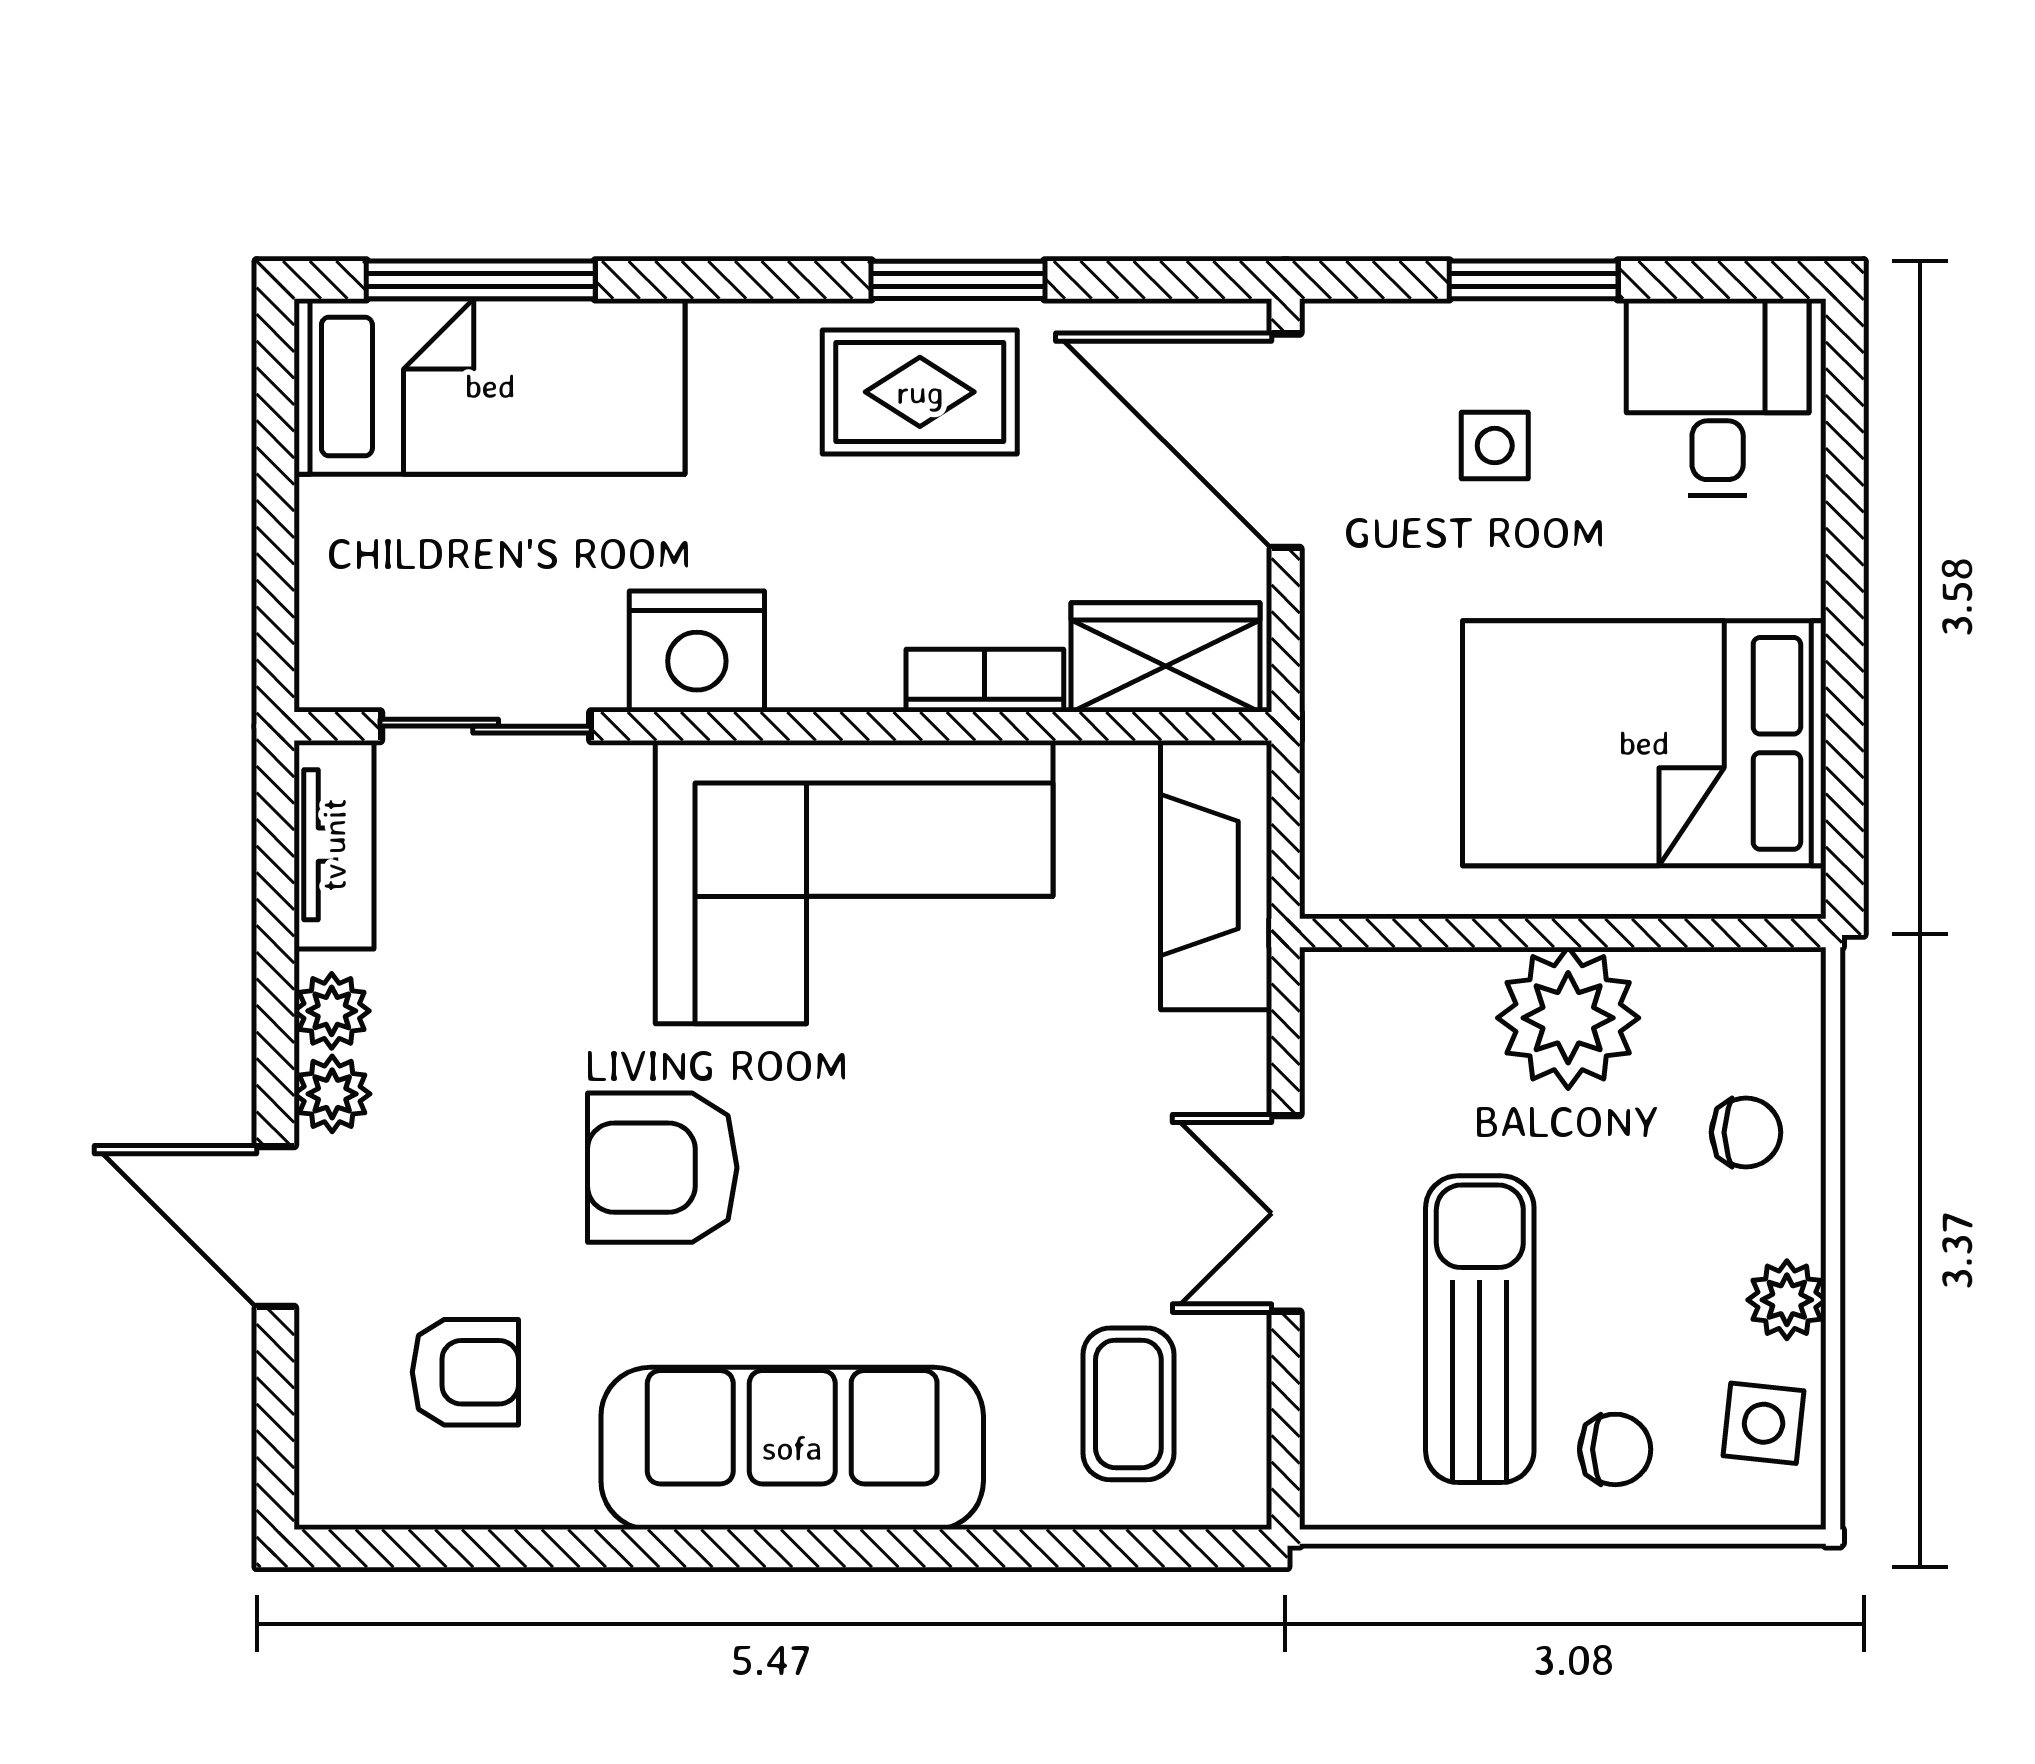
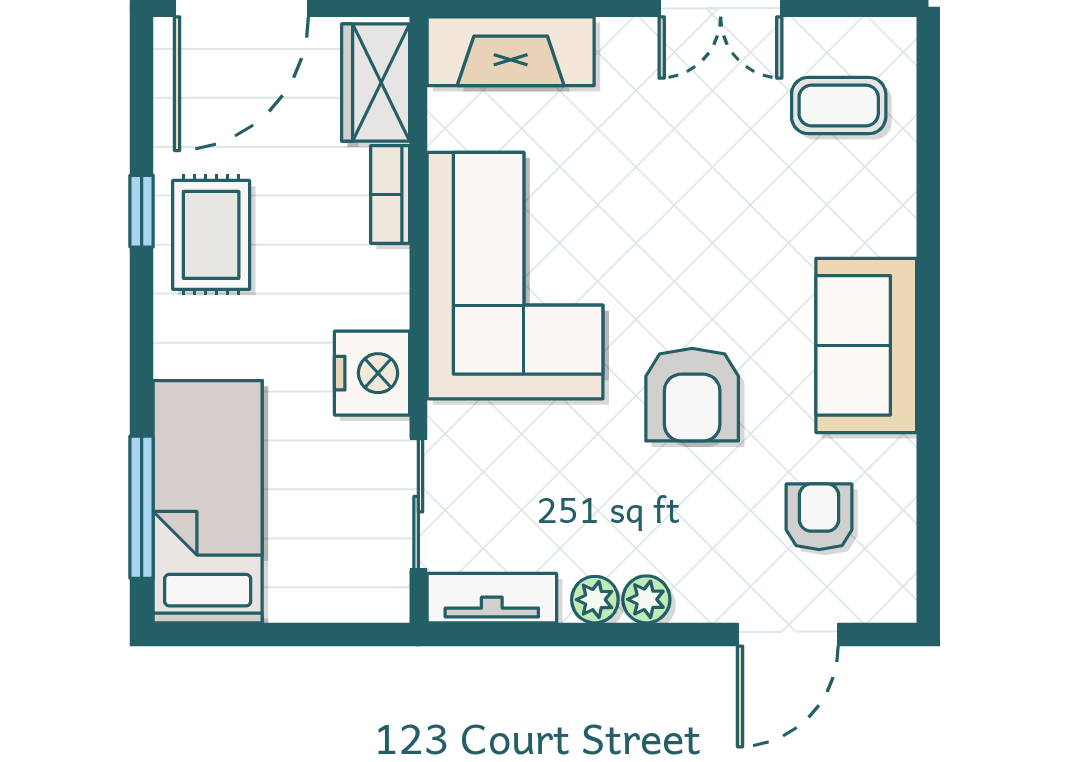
window: (958, 280) -> (142, 211), width x0.67
door: (275, 1227) -> (788, 635), moved
sofa: (792, 1448) -> (866, 345), width x0.73

